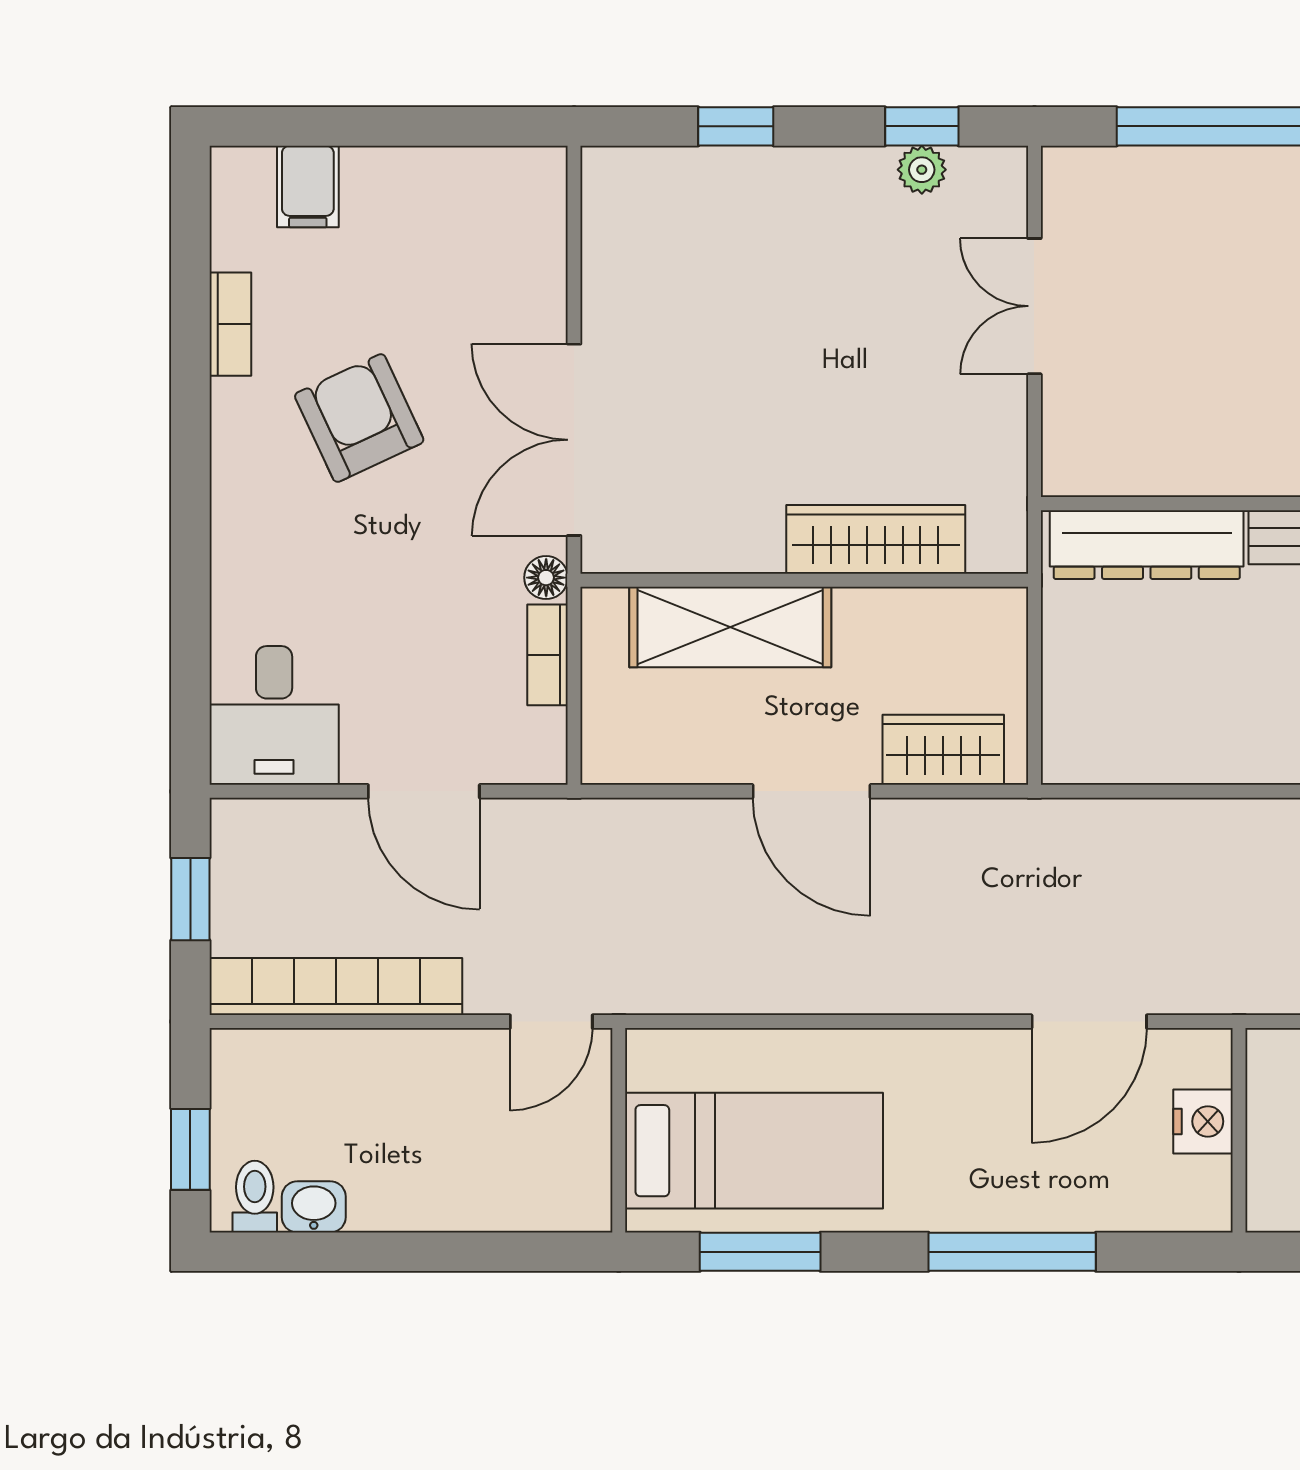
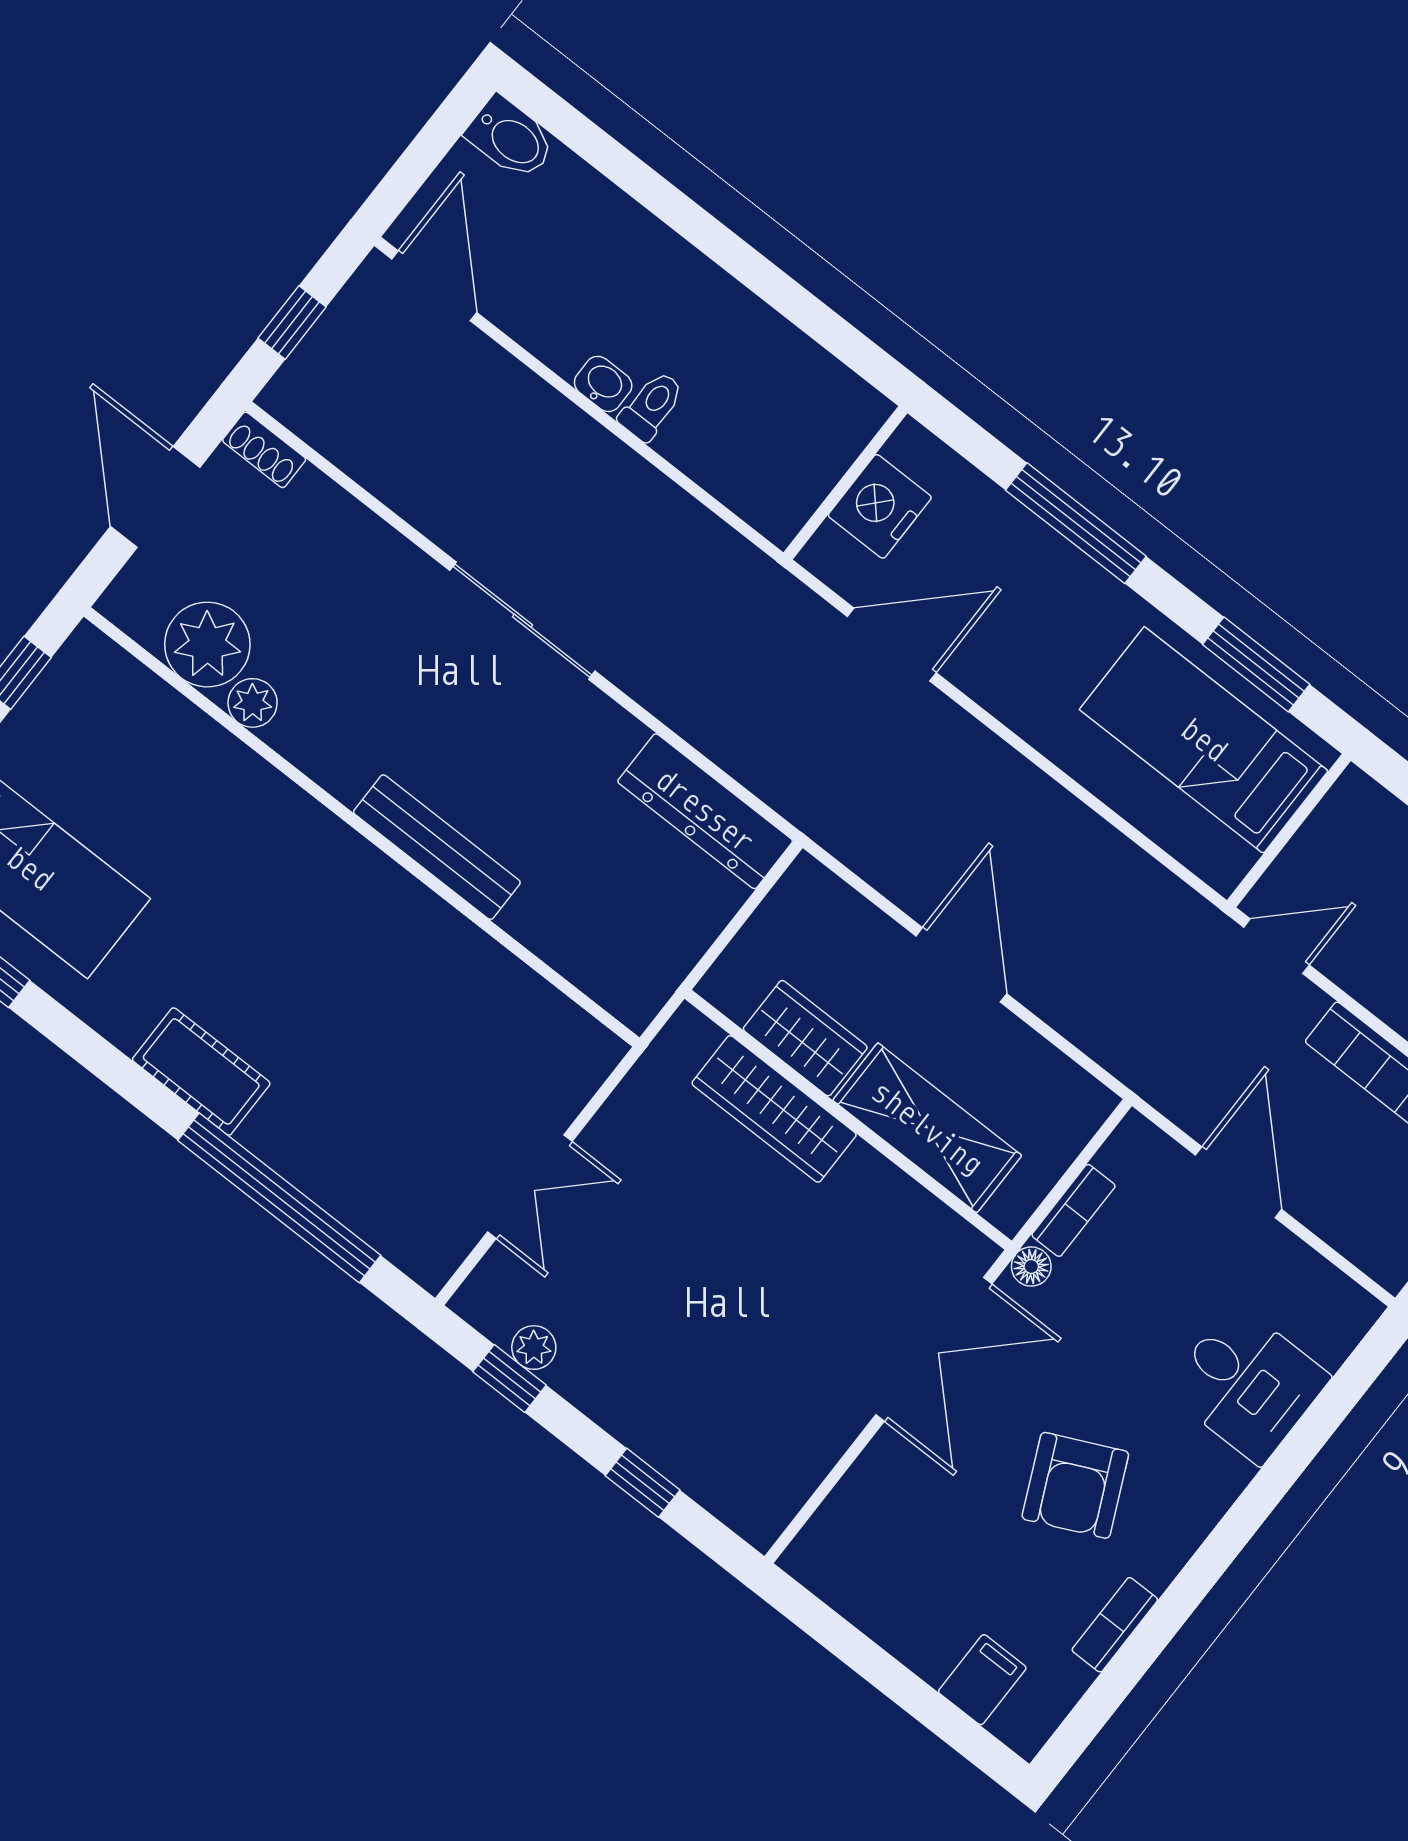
dresser: (1147, 545) -> (705, 811), moved, turned 180
desk: (274, 715) -> (1247, 1384), moved, turned 90
wardrobe: (943, 750) -> (805, 1038), moved, turned 180
nightstand: (1203, 1121) -> (880, 506), width x1.36, depth x1.33

